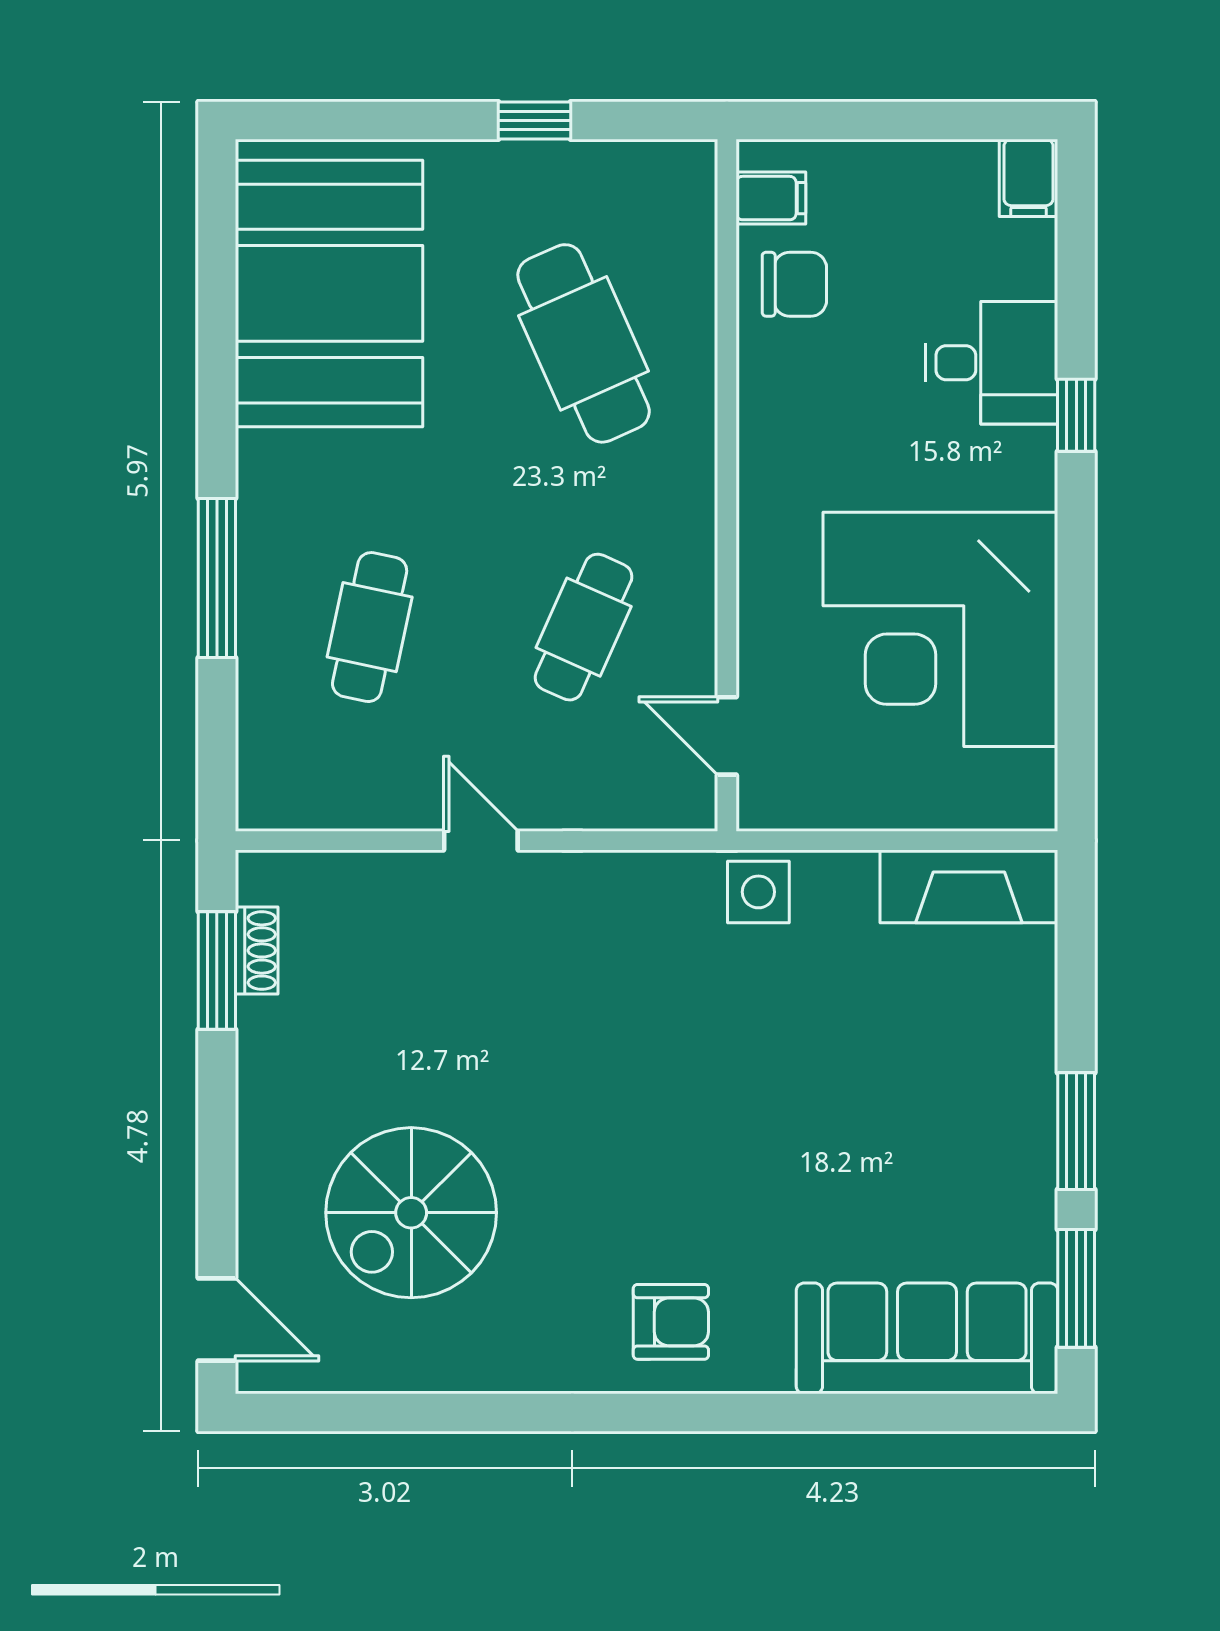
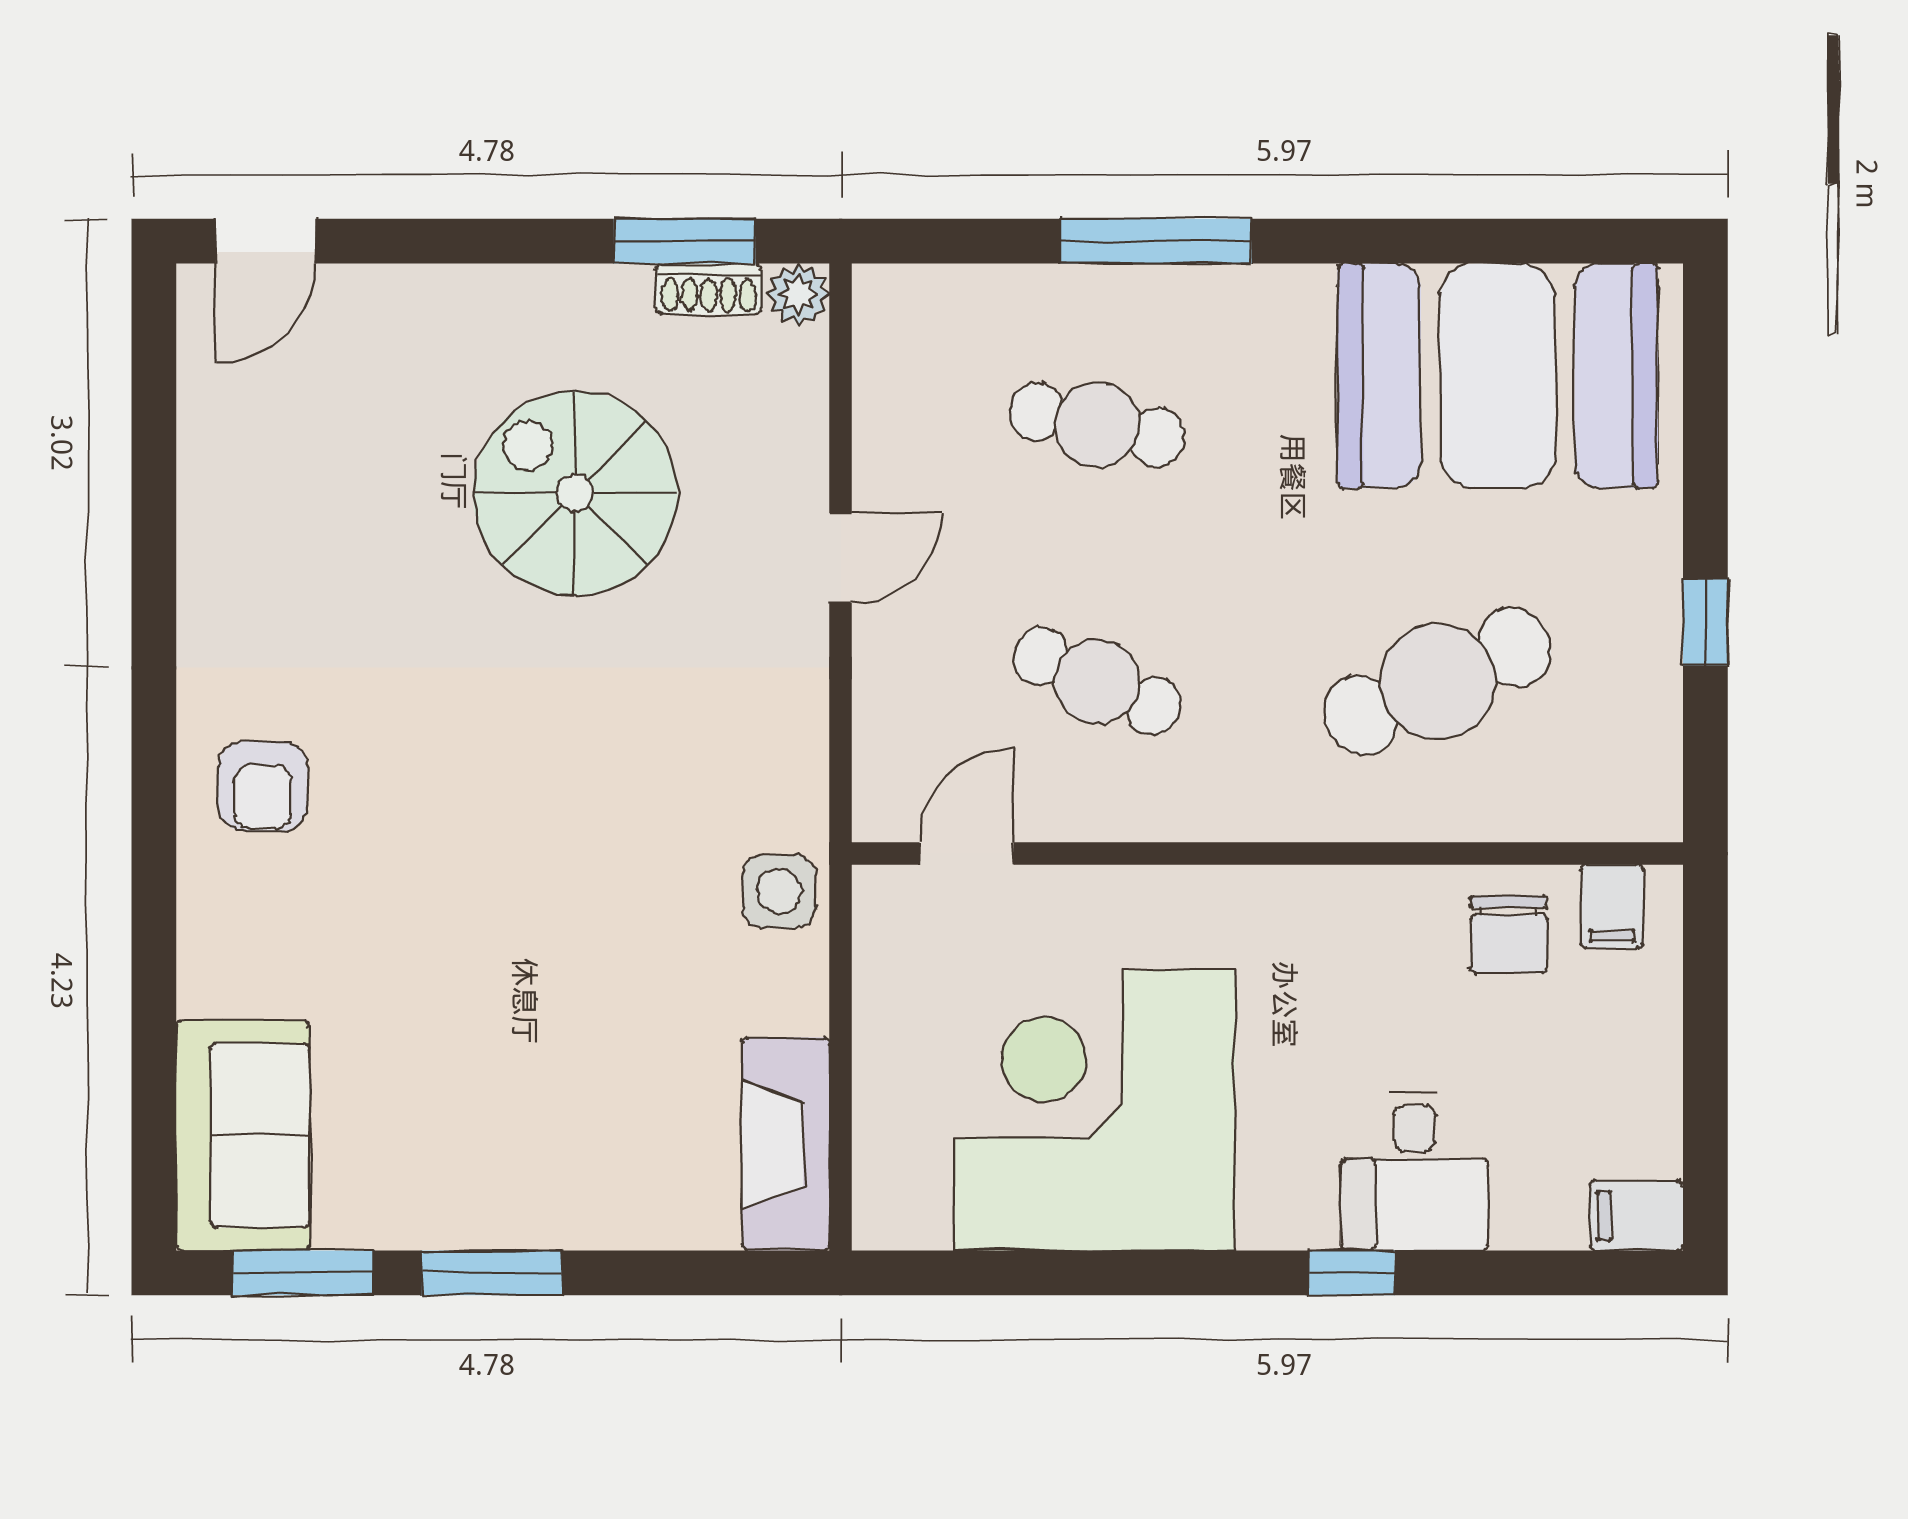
plant: (261, 876) -> (798, 295), added
spiral stairs: (411, 1213) -> (575, 493), moved
sofa: (927, 1338) -> (243, 1135), width x0.73

